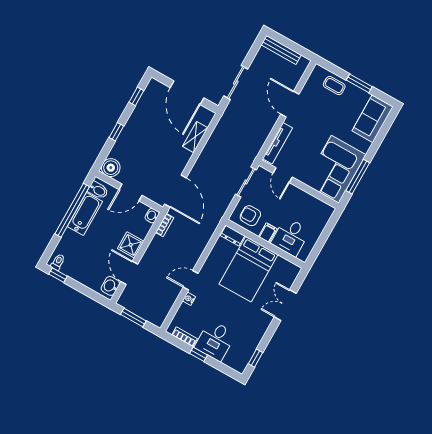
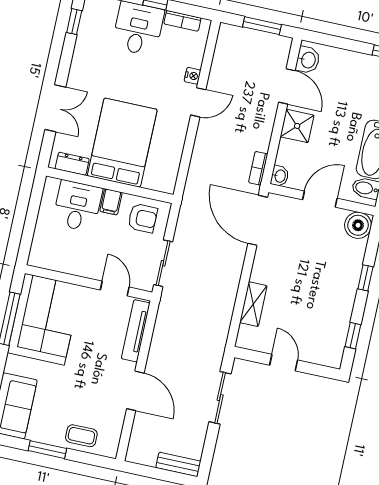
bench: (281, 50) -> (178, 464), width x0.73
door: (187, 93) -> (284, 363), width x0.53
dresser: (233, 236) -> (72, 164), moved

